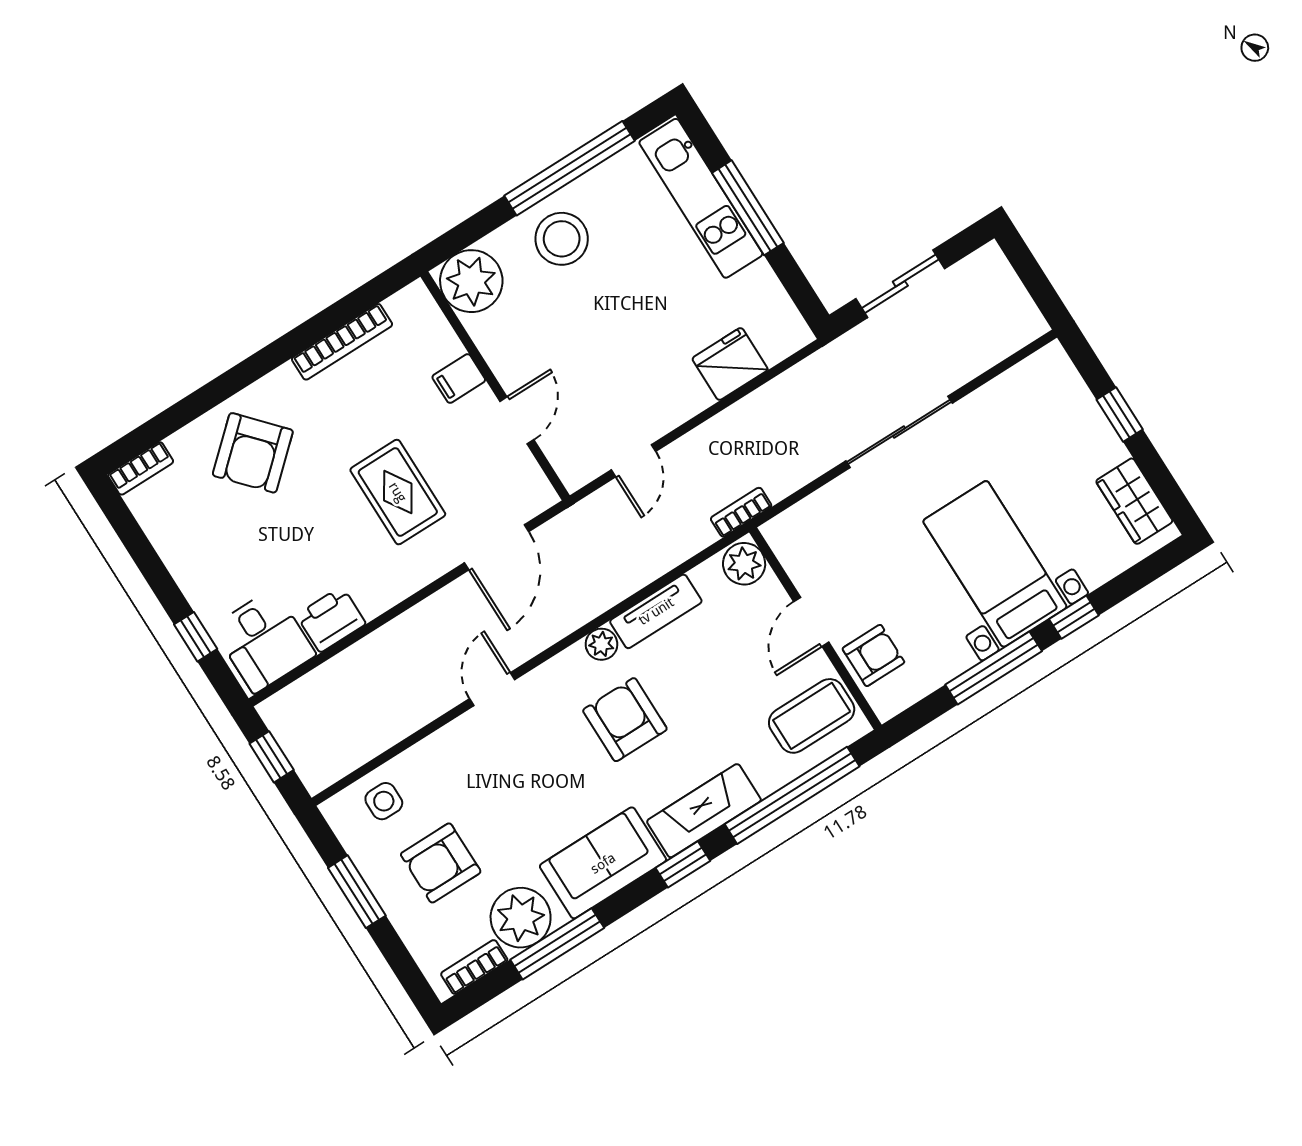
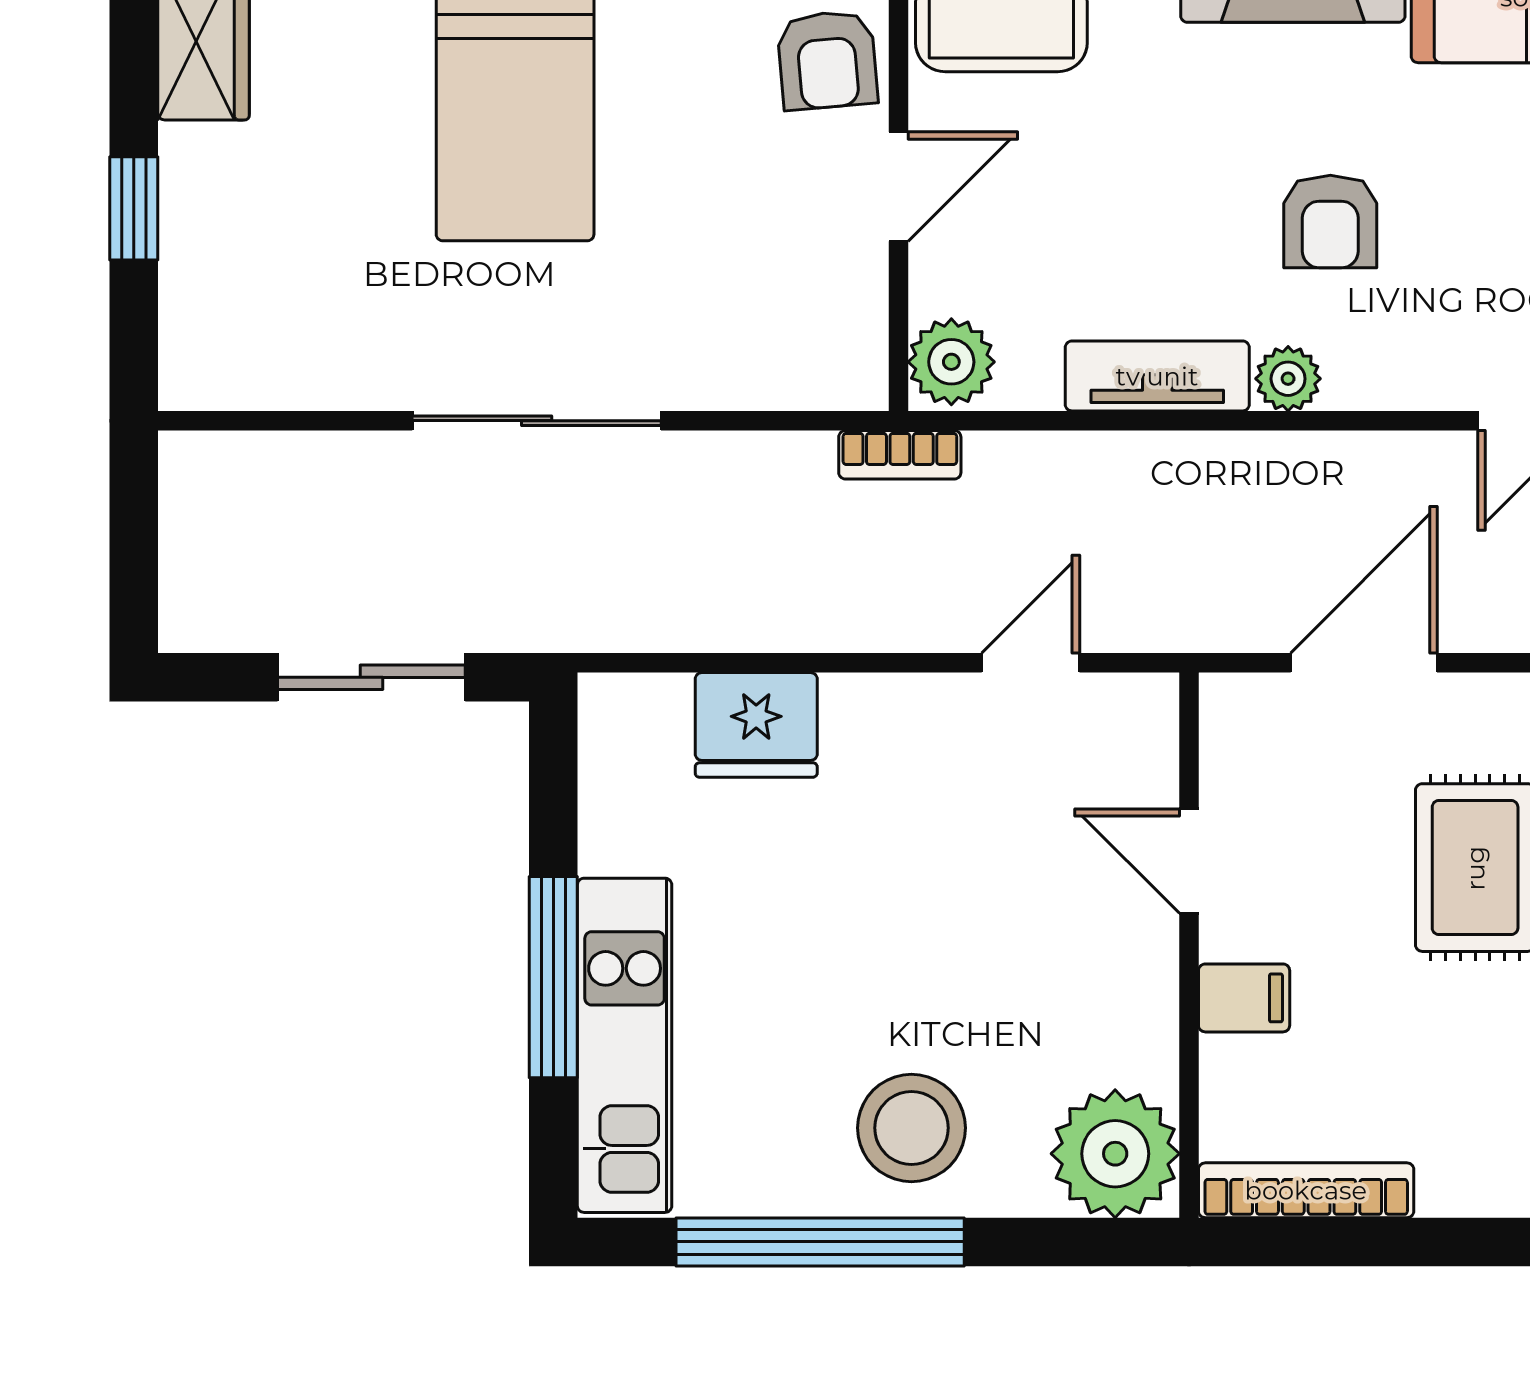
bookcase: (342, 342) -> (1306, 1190), moved
door: (517, 420) -> (1189, 861), hinge flipped
armchair: (873, 655) -> (827, 60), turned -95
armchair: (625, 720) -> (1330, 222), width x0.72, depth x0.72

